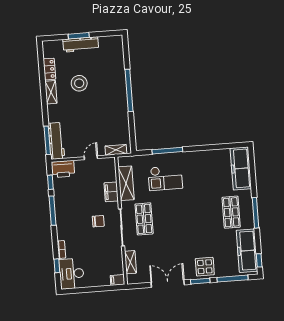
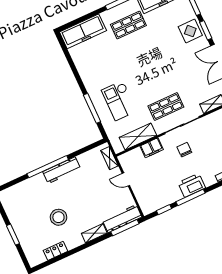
workbench: (81, 44) -> (62, 170), moved, turned 90
shelving: (51, 92) -> (94, 233), moved
printer: (63, 169) -> (192, 185), moved, turned -90
checkout: (165, 178) -> (119, 101), turned 180

